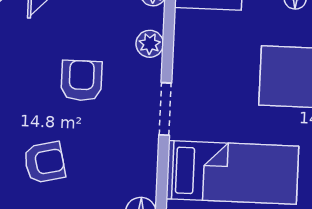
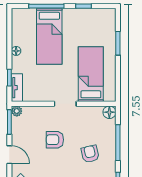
plant: (150, 44) -> (38, 112), removed

